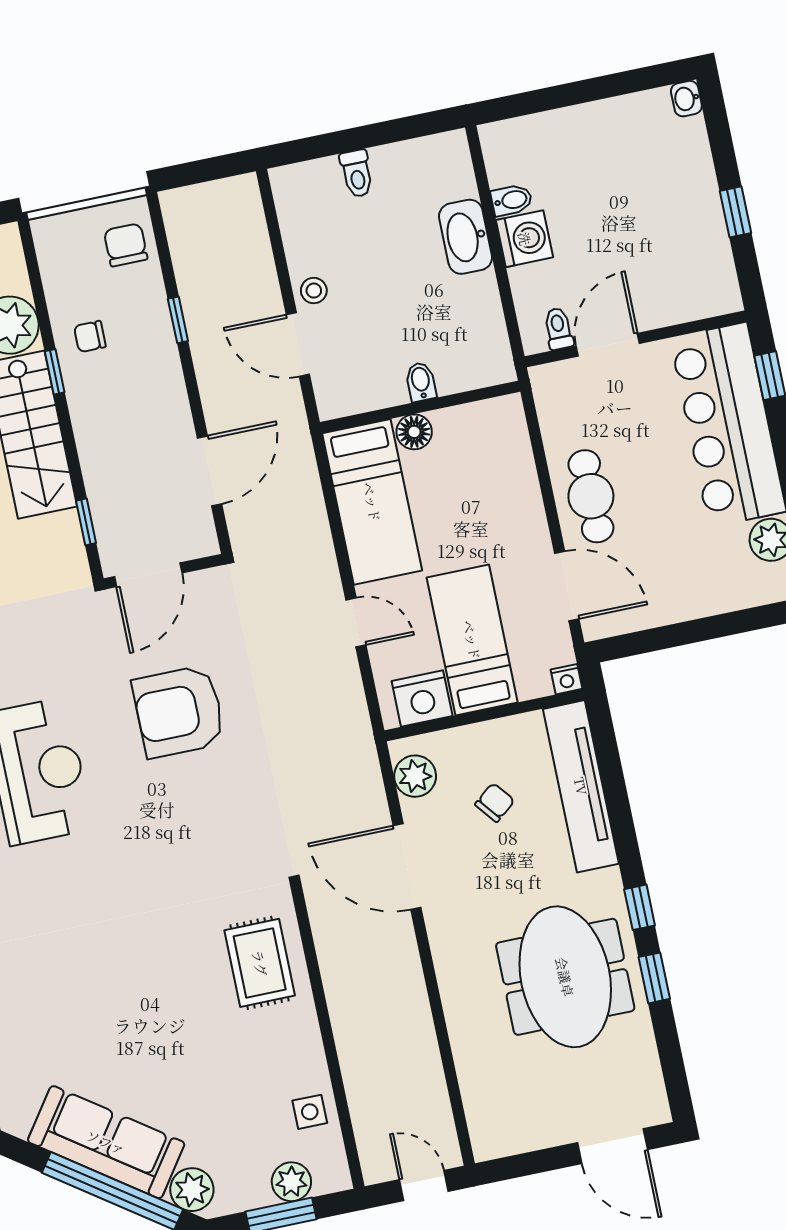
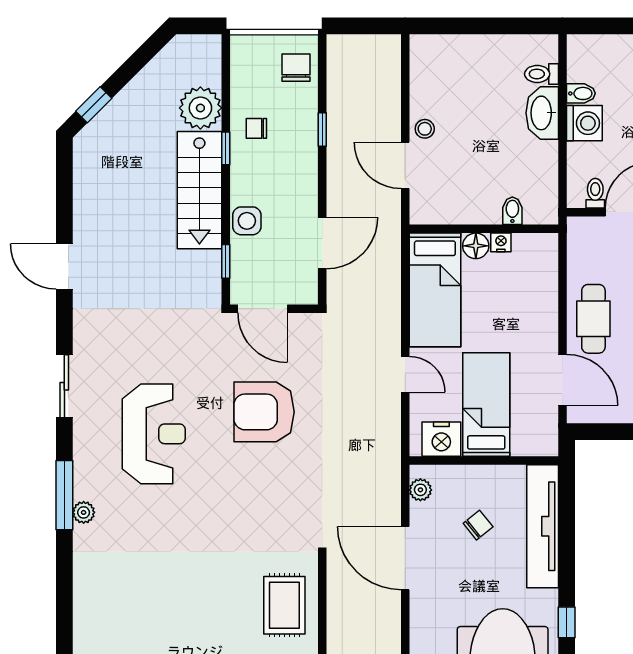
toilet: (357, 173) -> (542, 74), moved, turned 90
bidet: (421, 382) -> (512, 211), moved
side table: (103, 462) -> (247, 221), added
door: (148, 575) -> (263, 309), hinge flipped
nightstand: (566, 679) -> (501, 242), moved, turned 180
plant: (415, 776) -> (420, 490), width x0.73, depth x0.73

